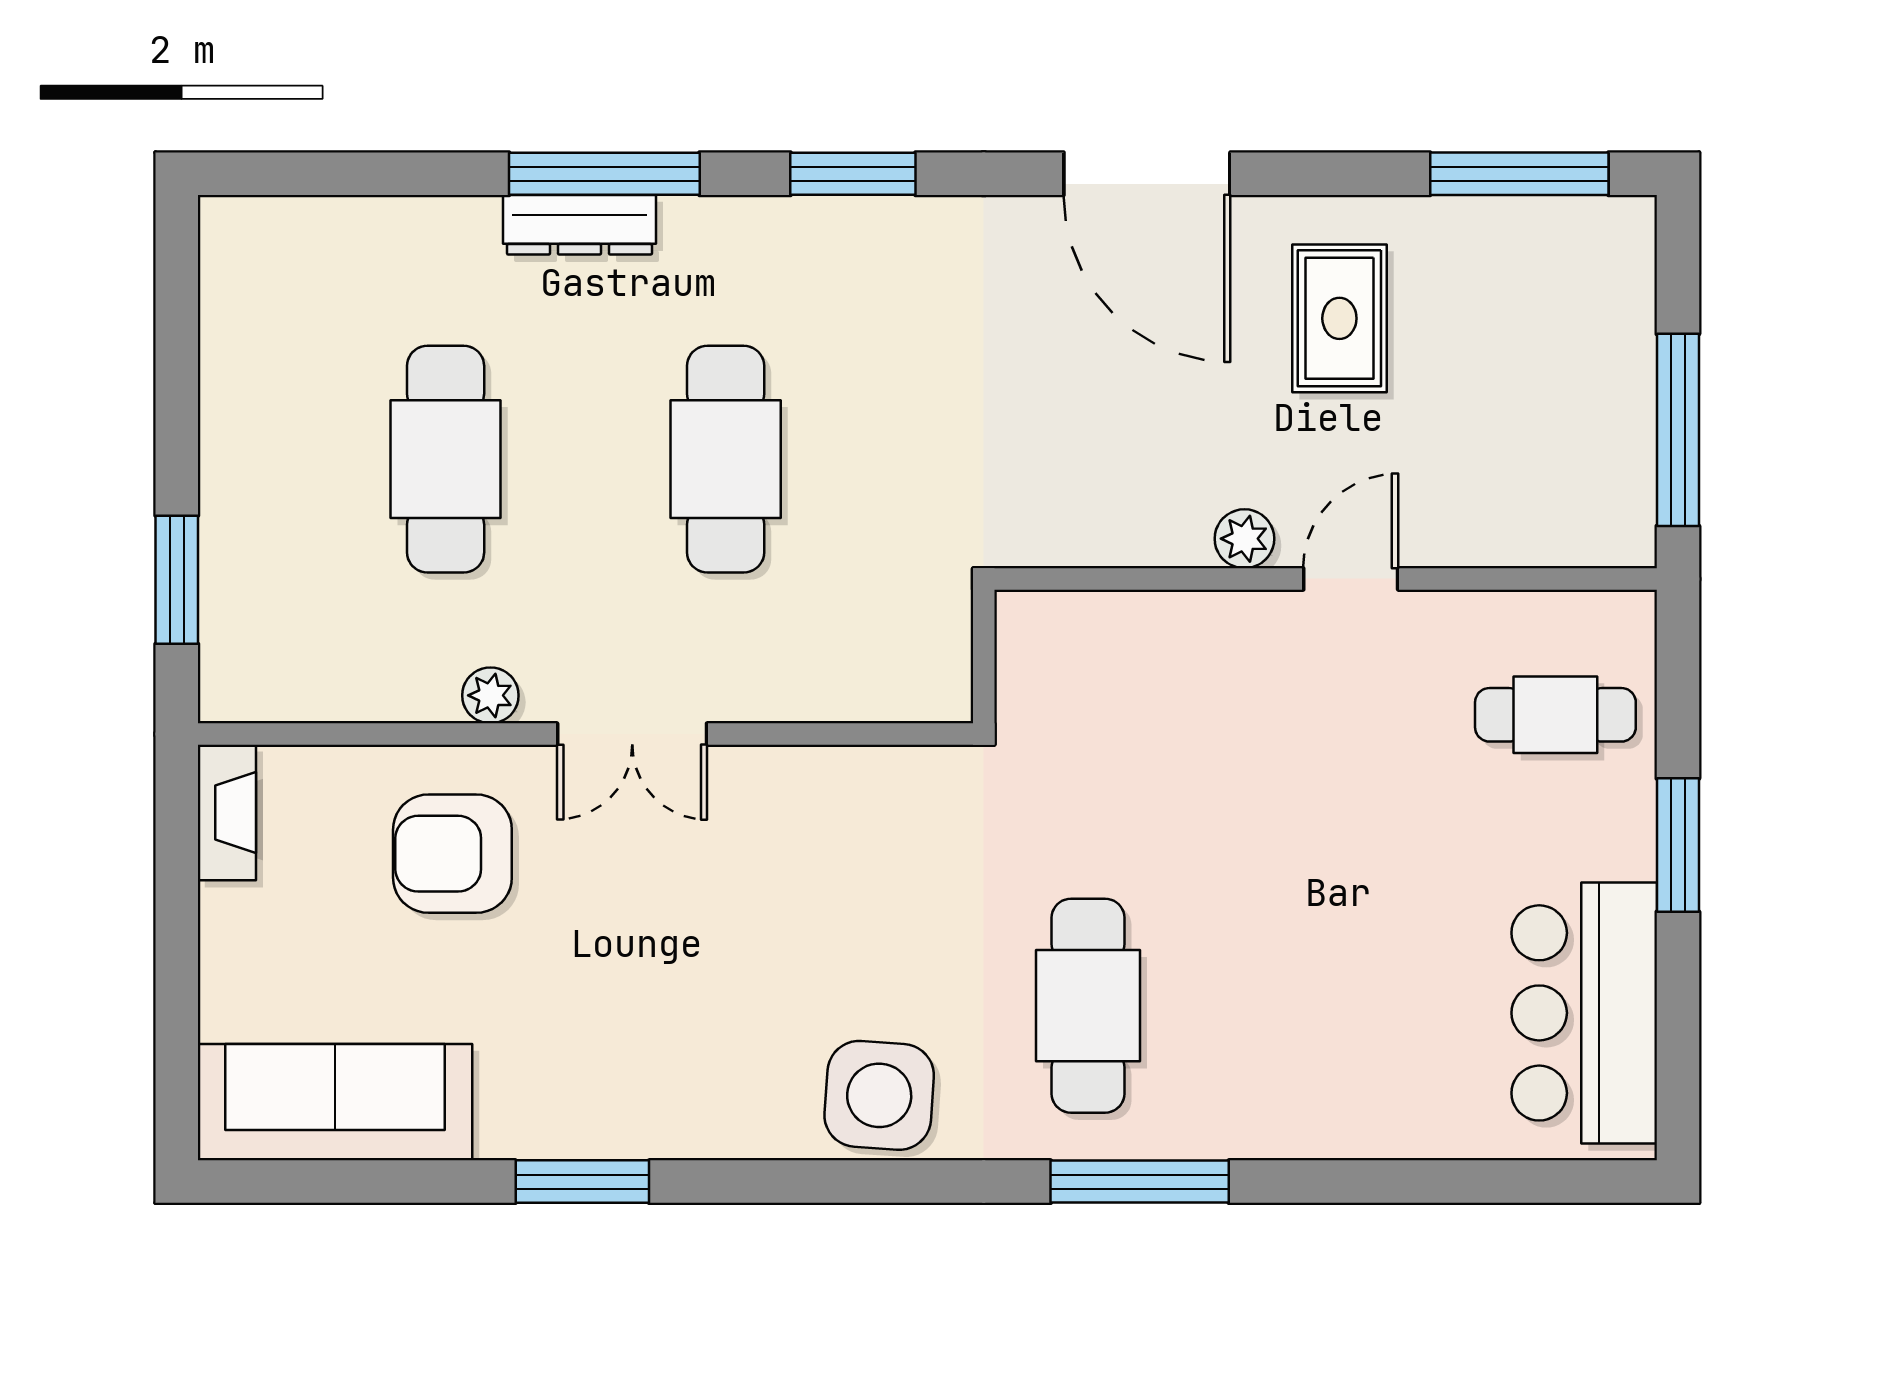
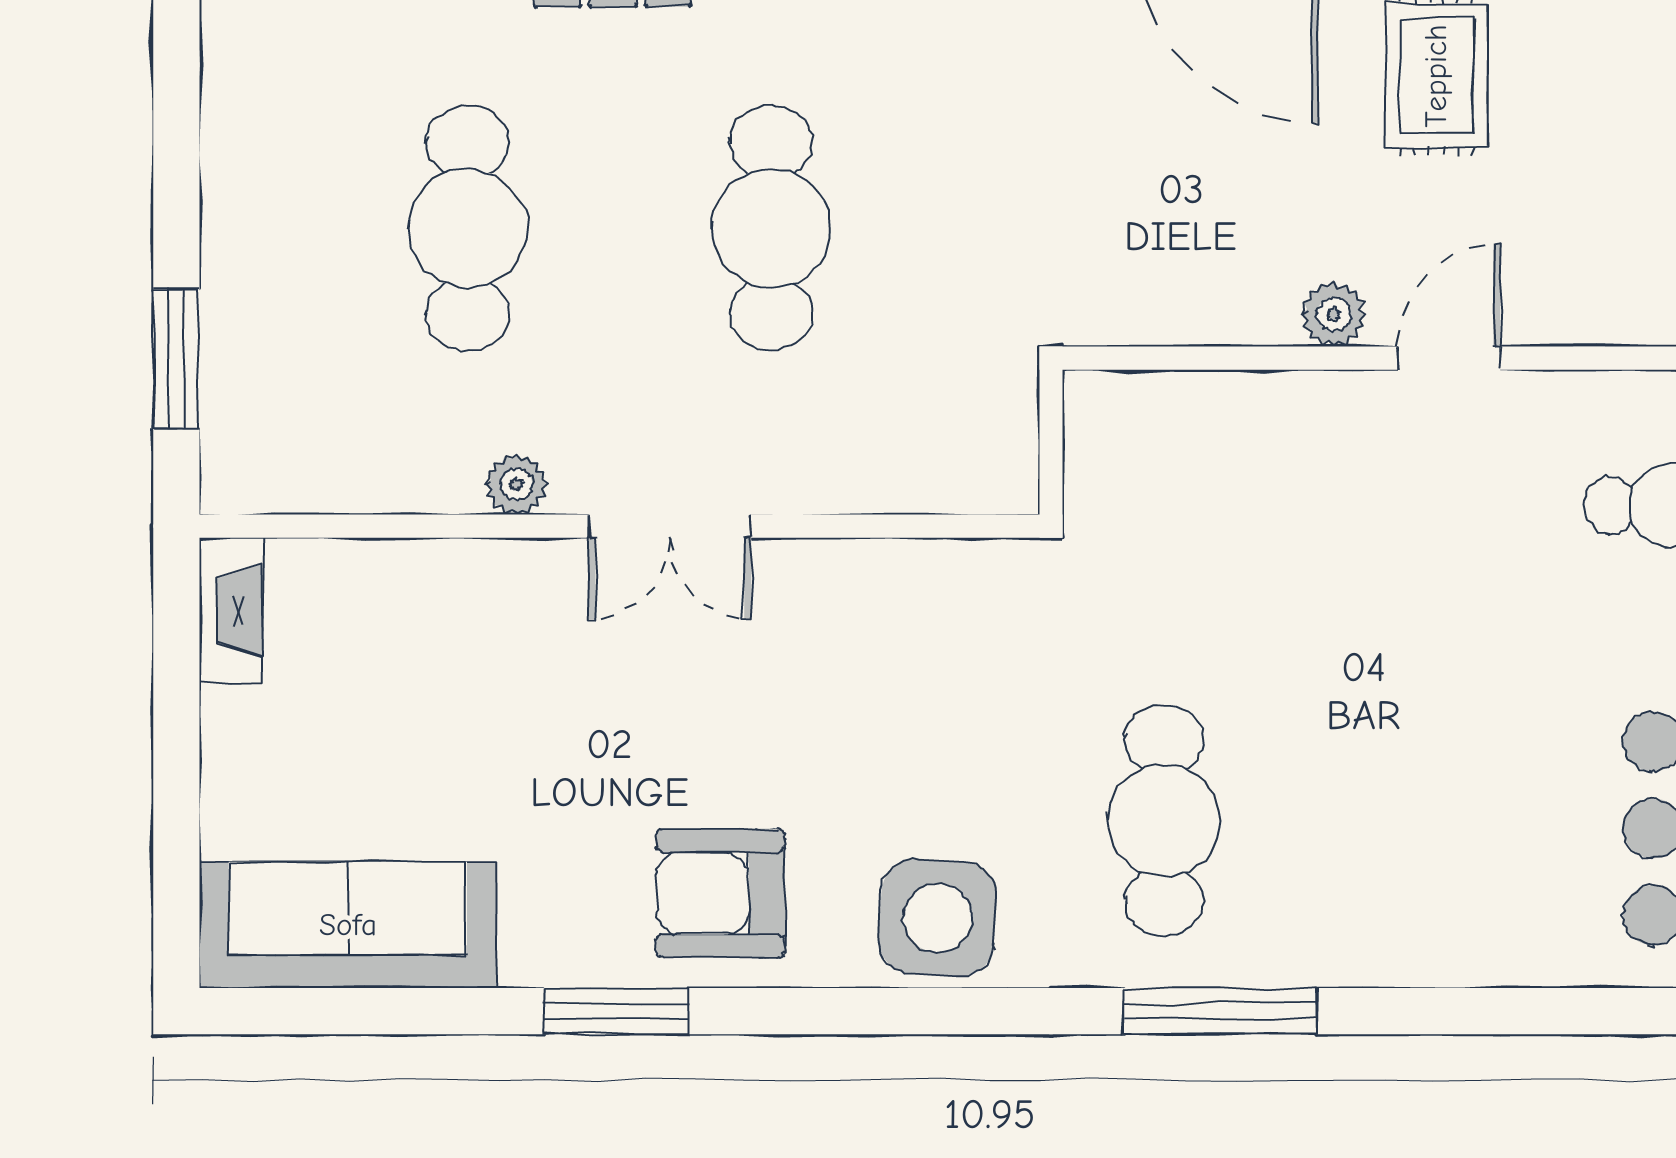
armchair: (452, 854) -> (721, 893), moved

